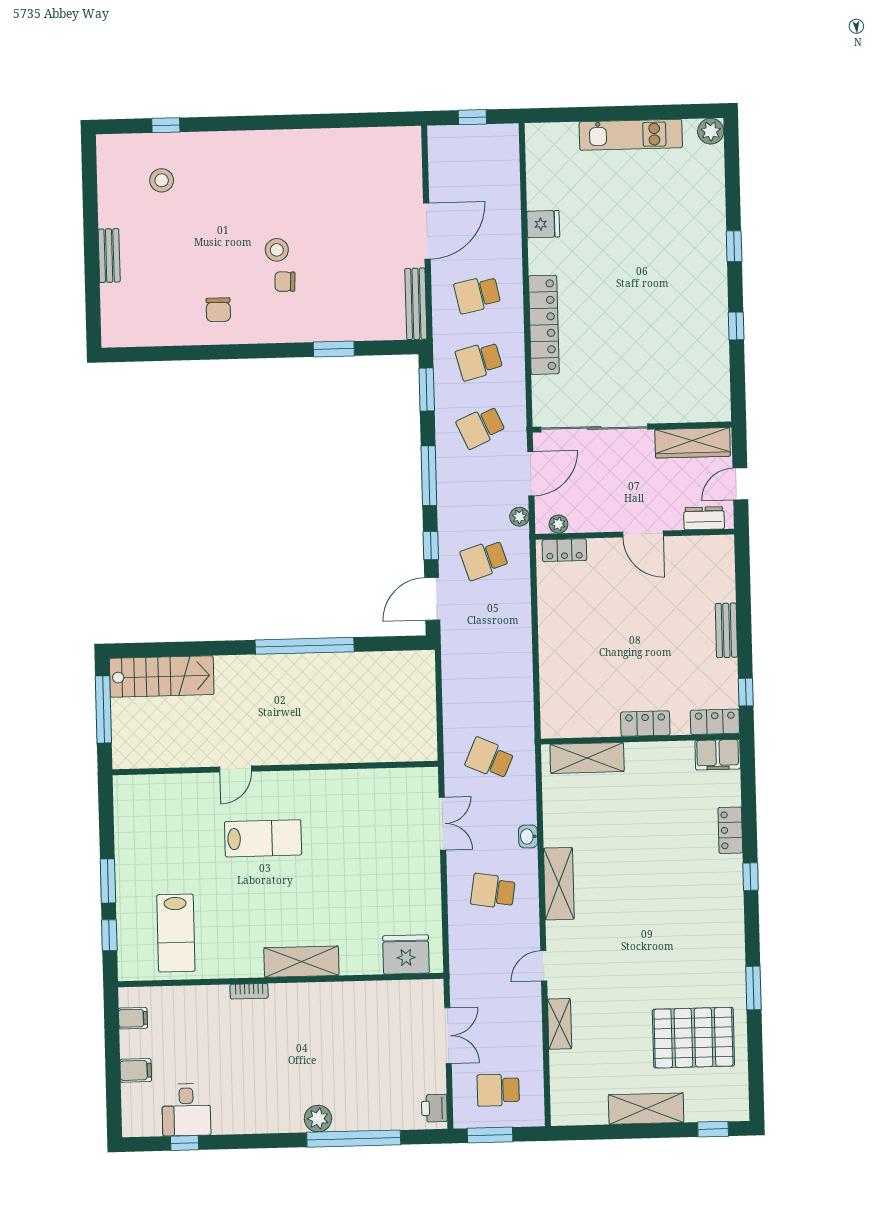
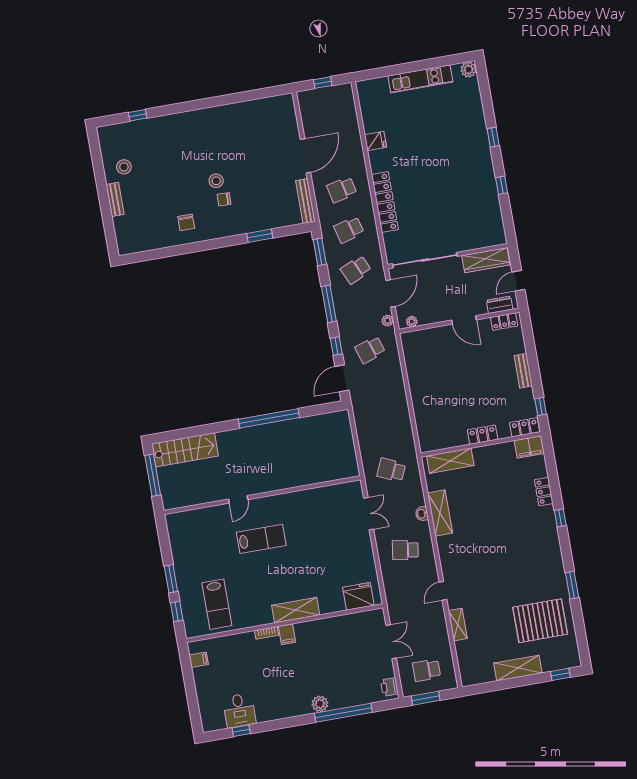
stool: (162, 180) -> (124, 167), moved
locker: (564, 550) -> (504, 322), moved
shelving: (559, 884) -> (440, 513), moved
filing cabinet: (136, 1070) -> (287, 634), moved, turned 90

